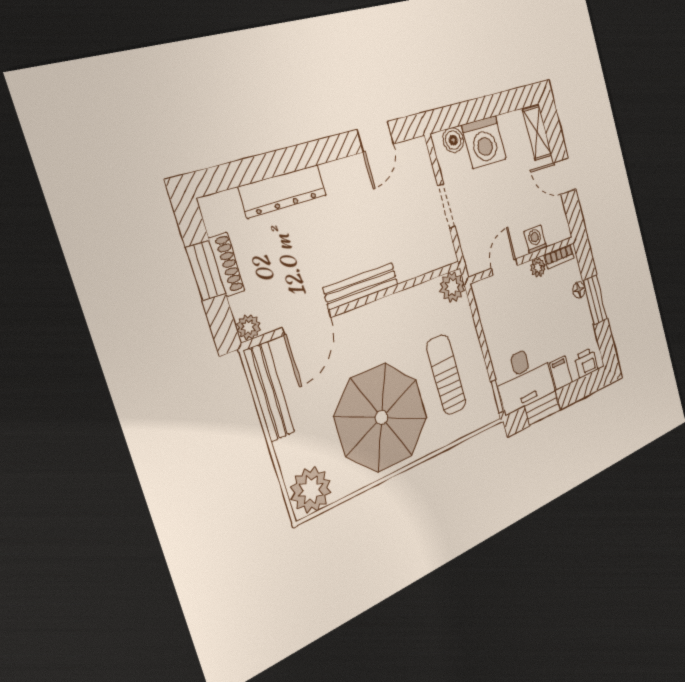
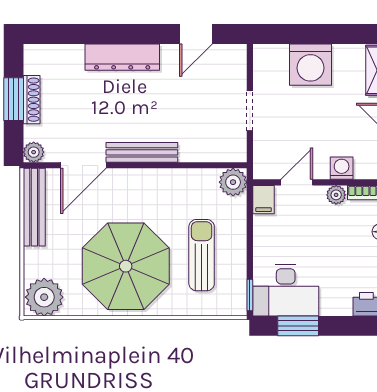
boiler: (453, 140) -> (276, 55), removed
dresser: (283, 191) -> (122, 57), moved
filing cabinet: (561, 373) -> (264, 200), moved, turned 180

